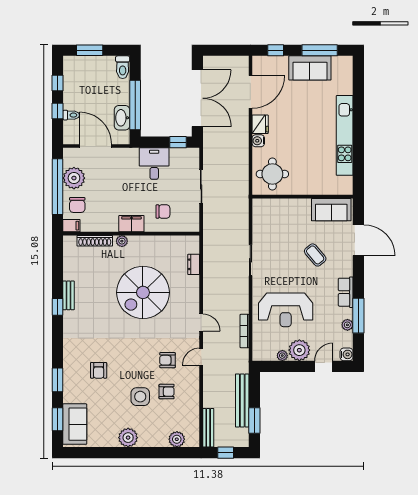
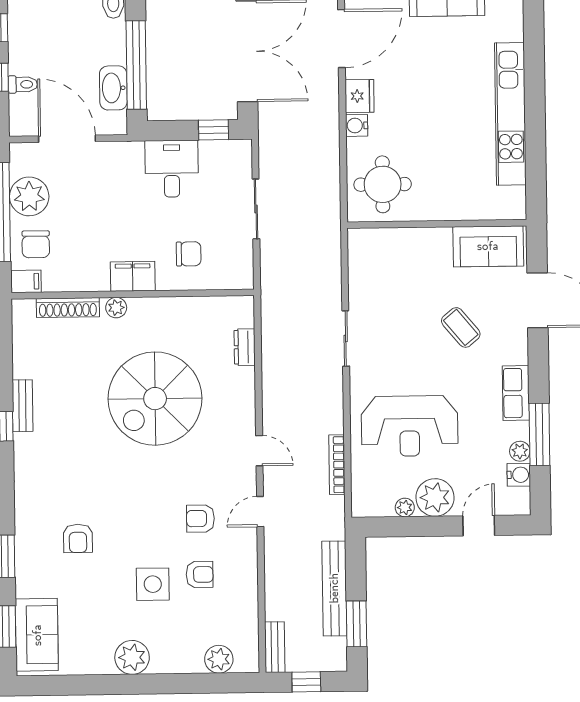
water cooler: (347, 354) -> (519, 475), moved
bench: (208, 428) -> (275, 647), width x0.73

